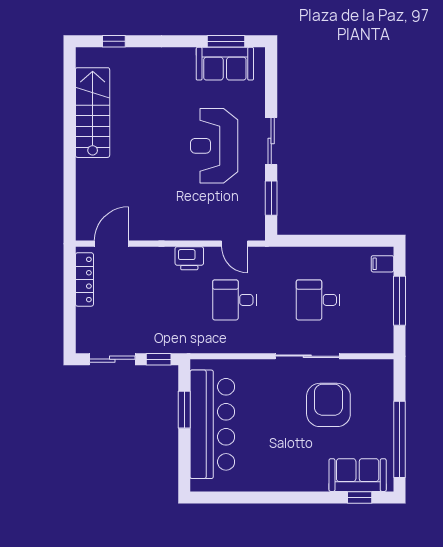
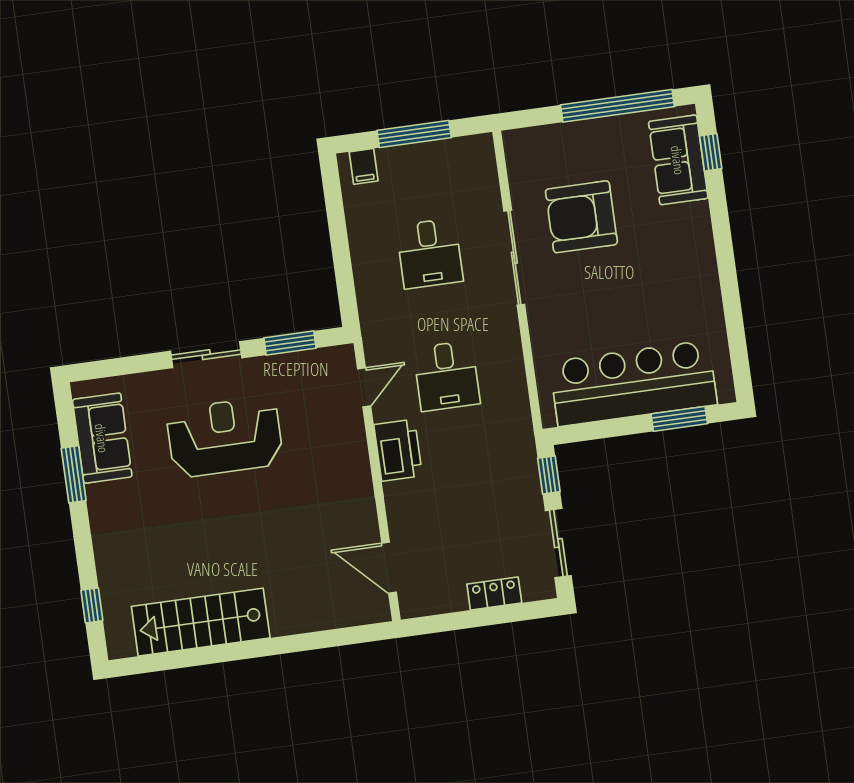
window: (226, 41) -> (74, 474), moved
reception desk: (214, 146) -> (225, 437), turned 180
printer: (189, 258) -> (398, 450), width x1.37, depth x1.19
locker: (84, 279) -> (494, 594), moved, width x0.66
window: (184, 410) -> (679, 419), moved

